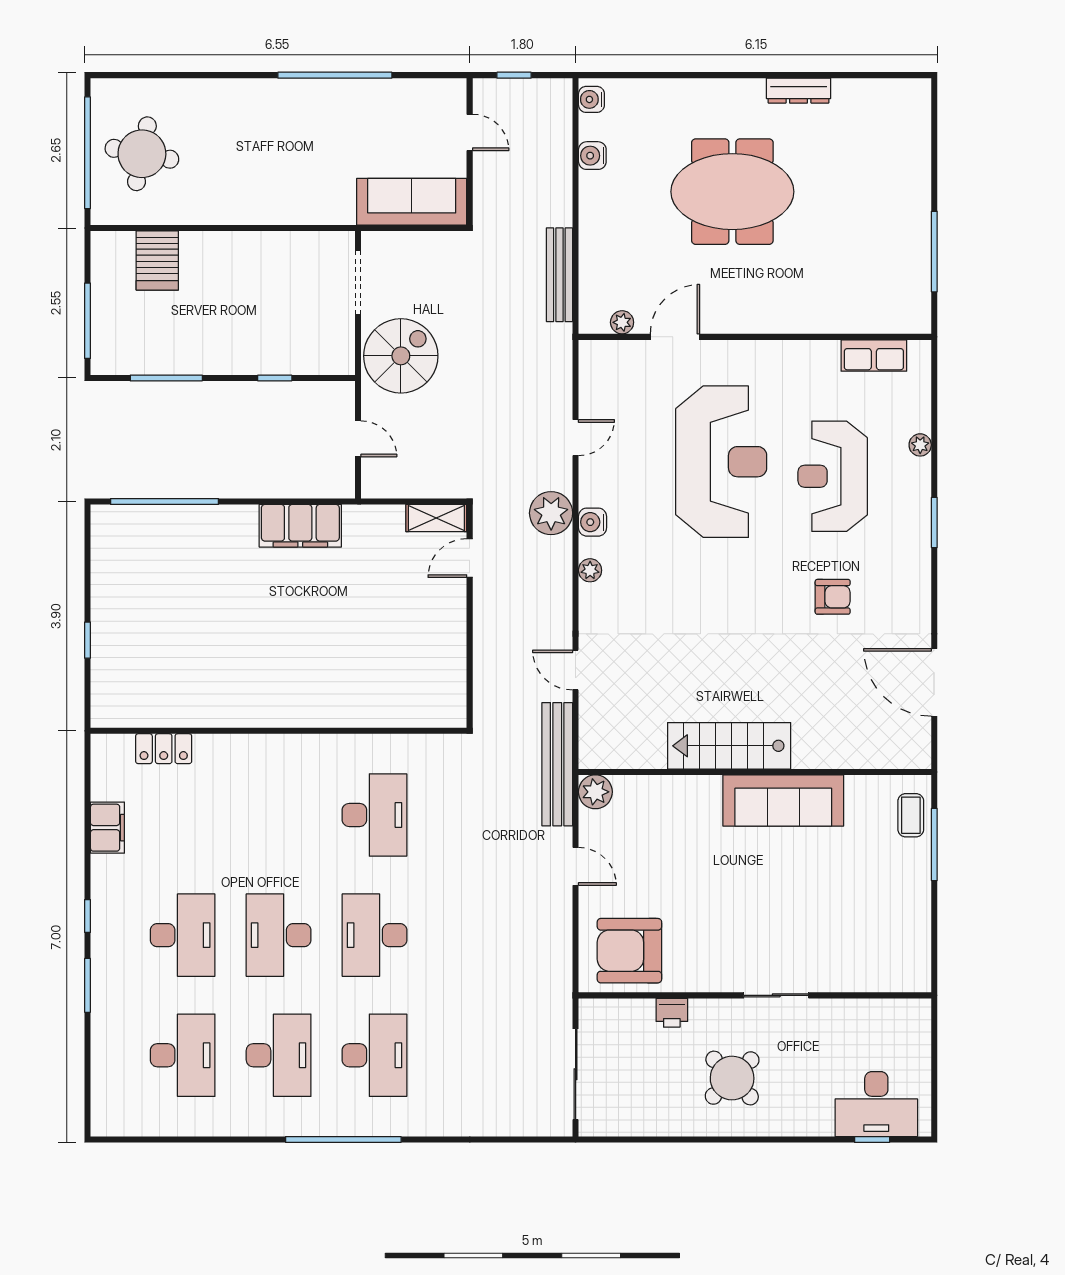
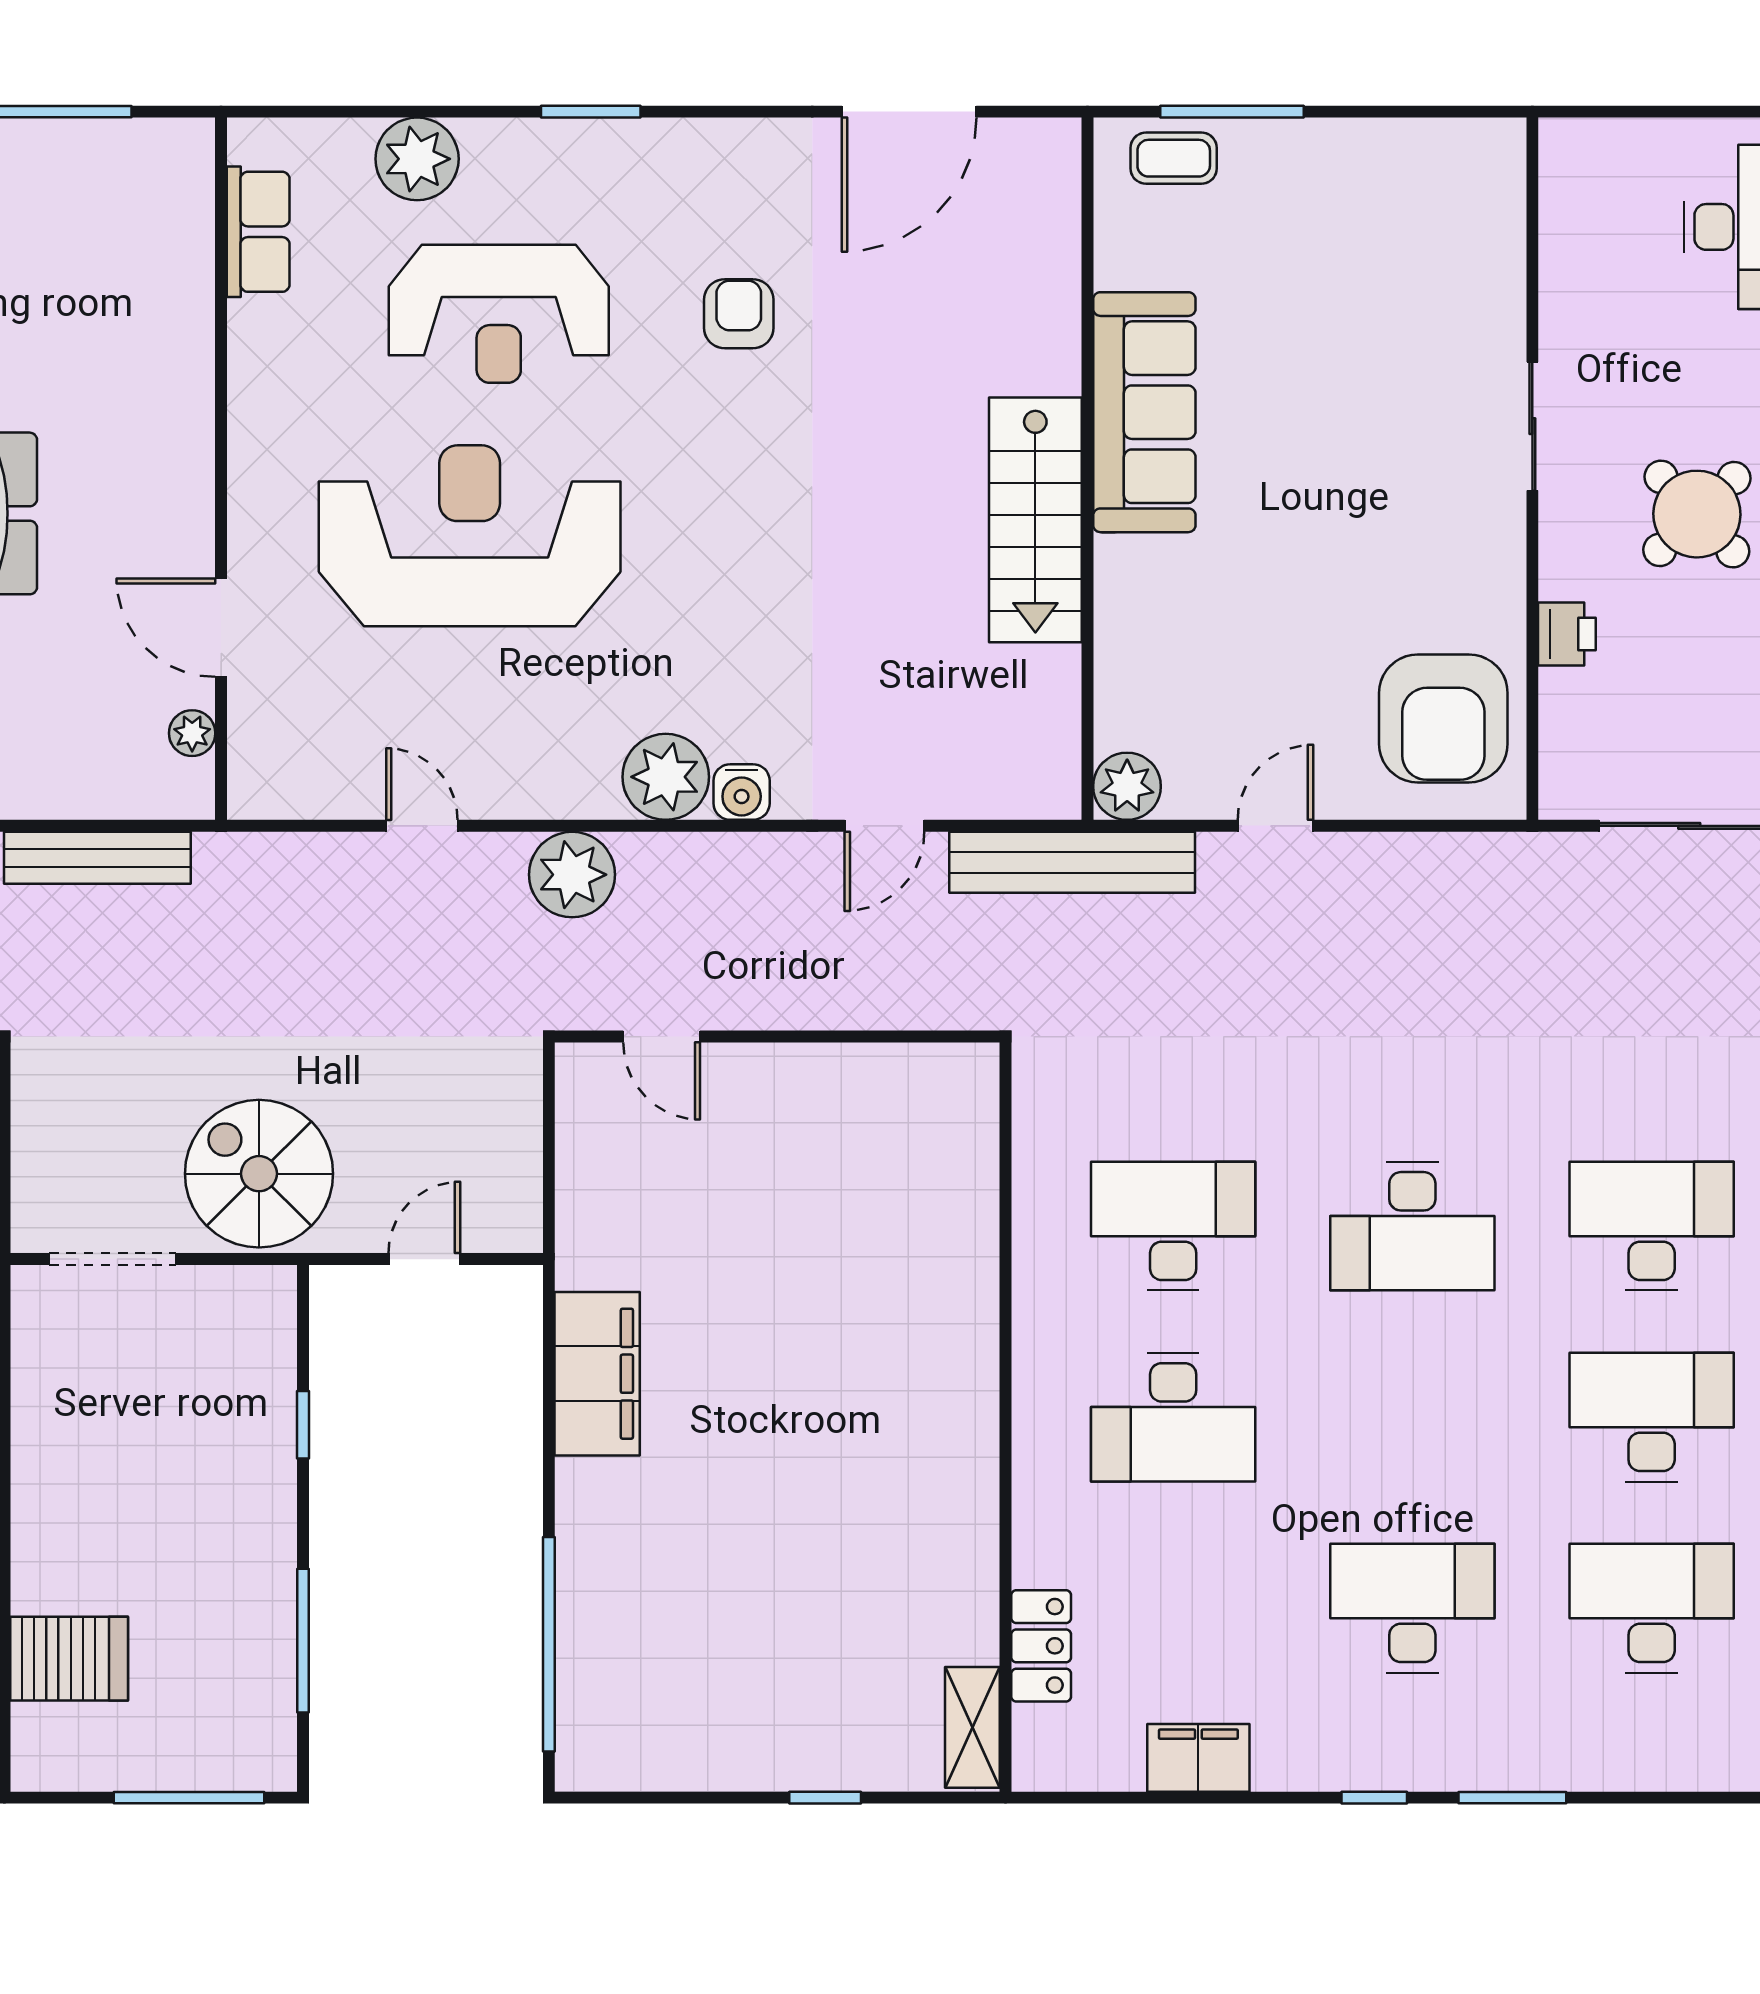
plant: (920, 445) -> (417, 159), width x1.87, depth x1.87
shelving: (436, 518) -> (972, 1727), moved
water cooler: (592, 522) -> (742, 792), moved
plant: (590, 570) -> (666, 777), width x1.87, depth x1.87
desk: (279, 935) -> (1173, 1417), moved

